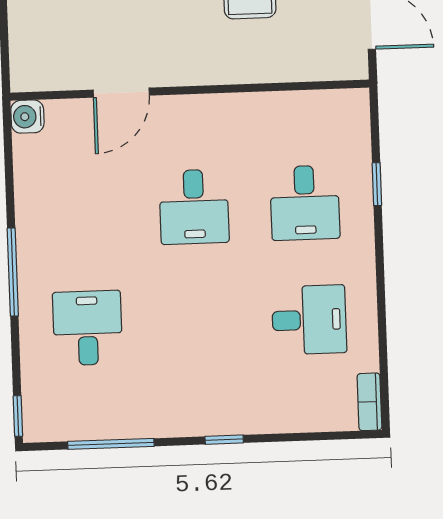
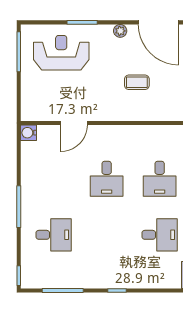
desk: (88, 328) -> (54, 235), turned 90

